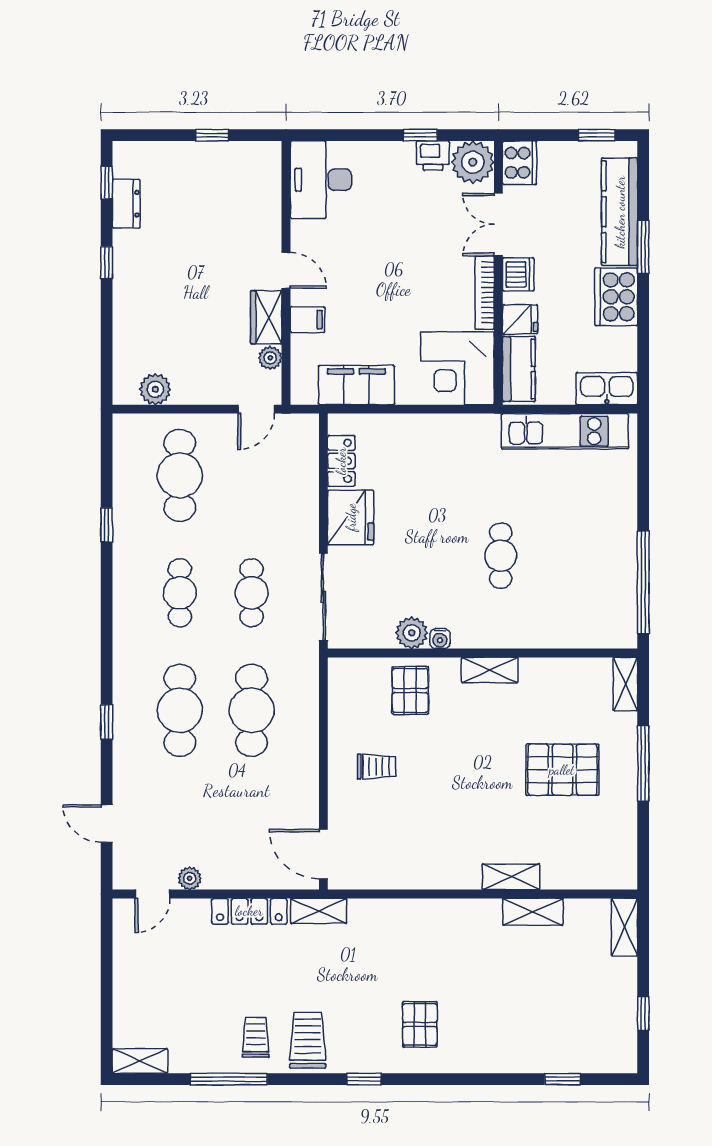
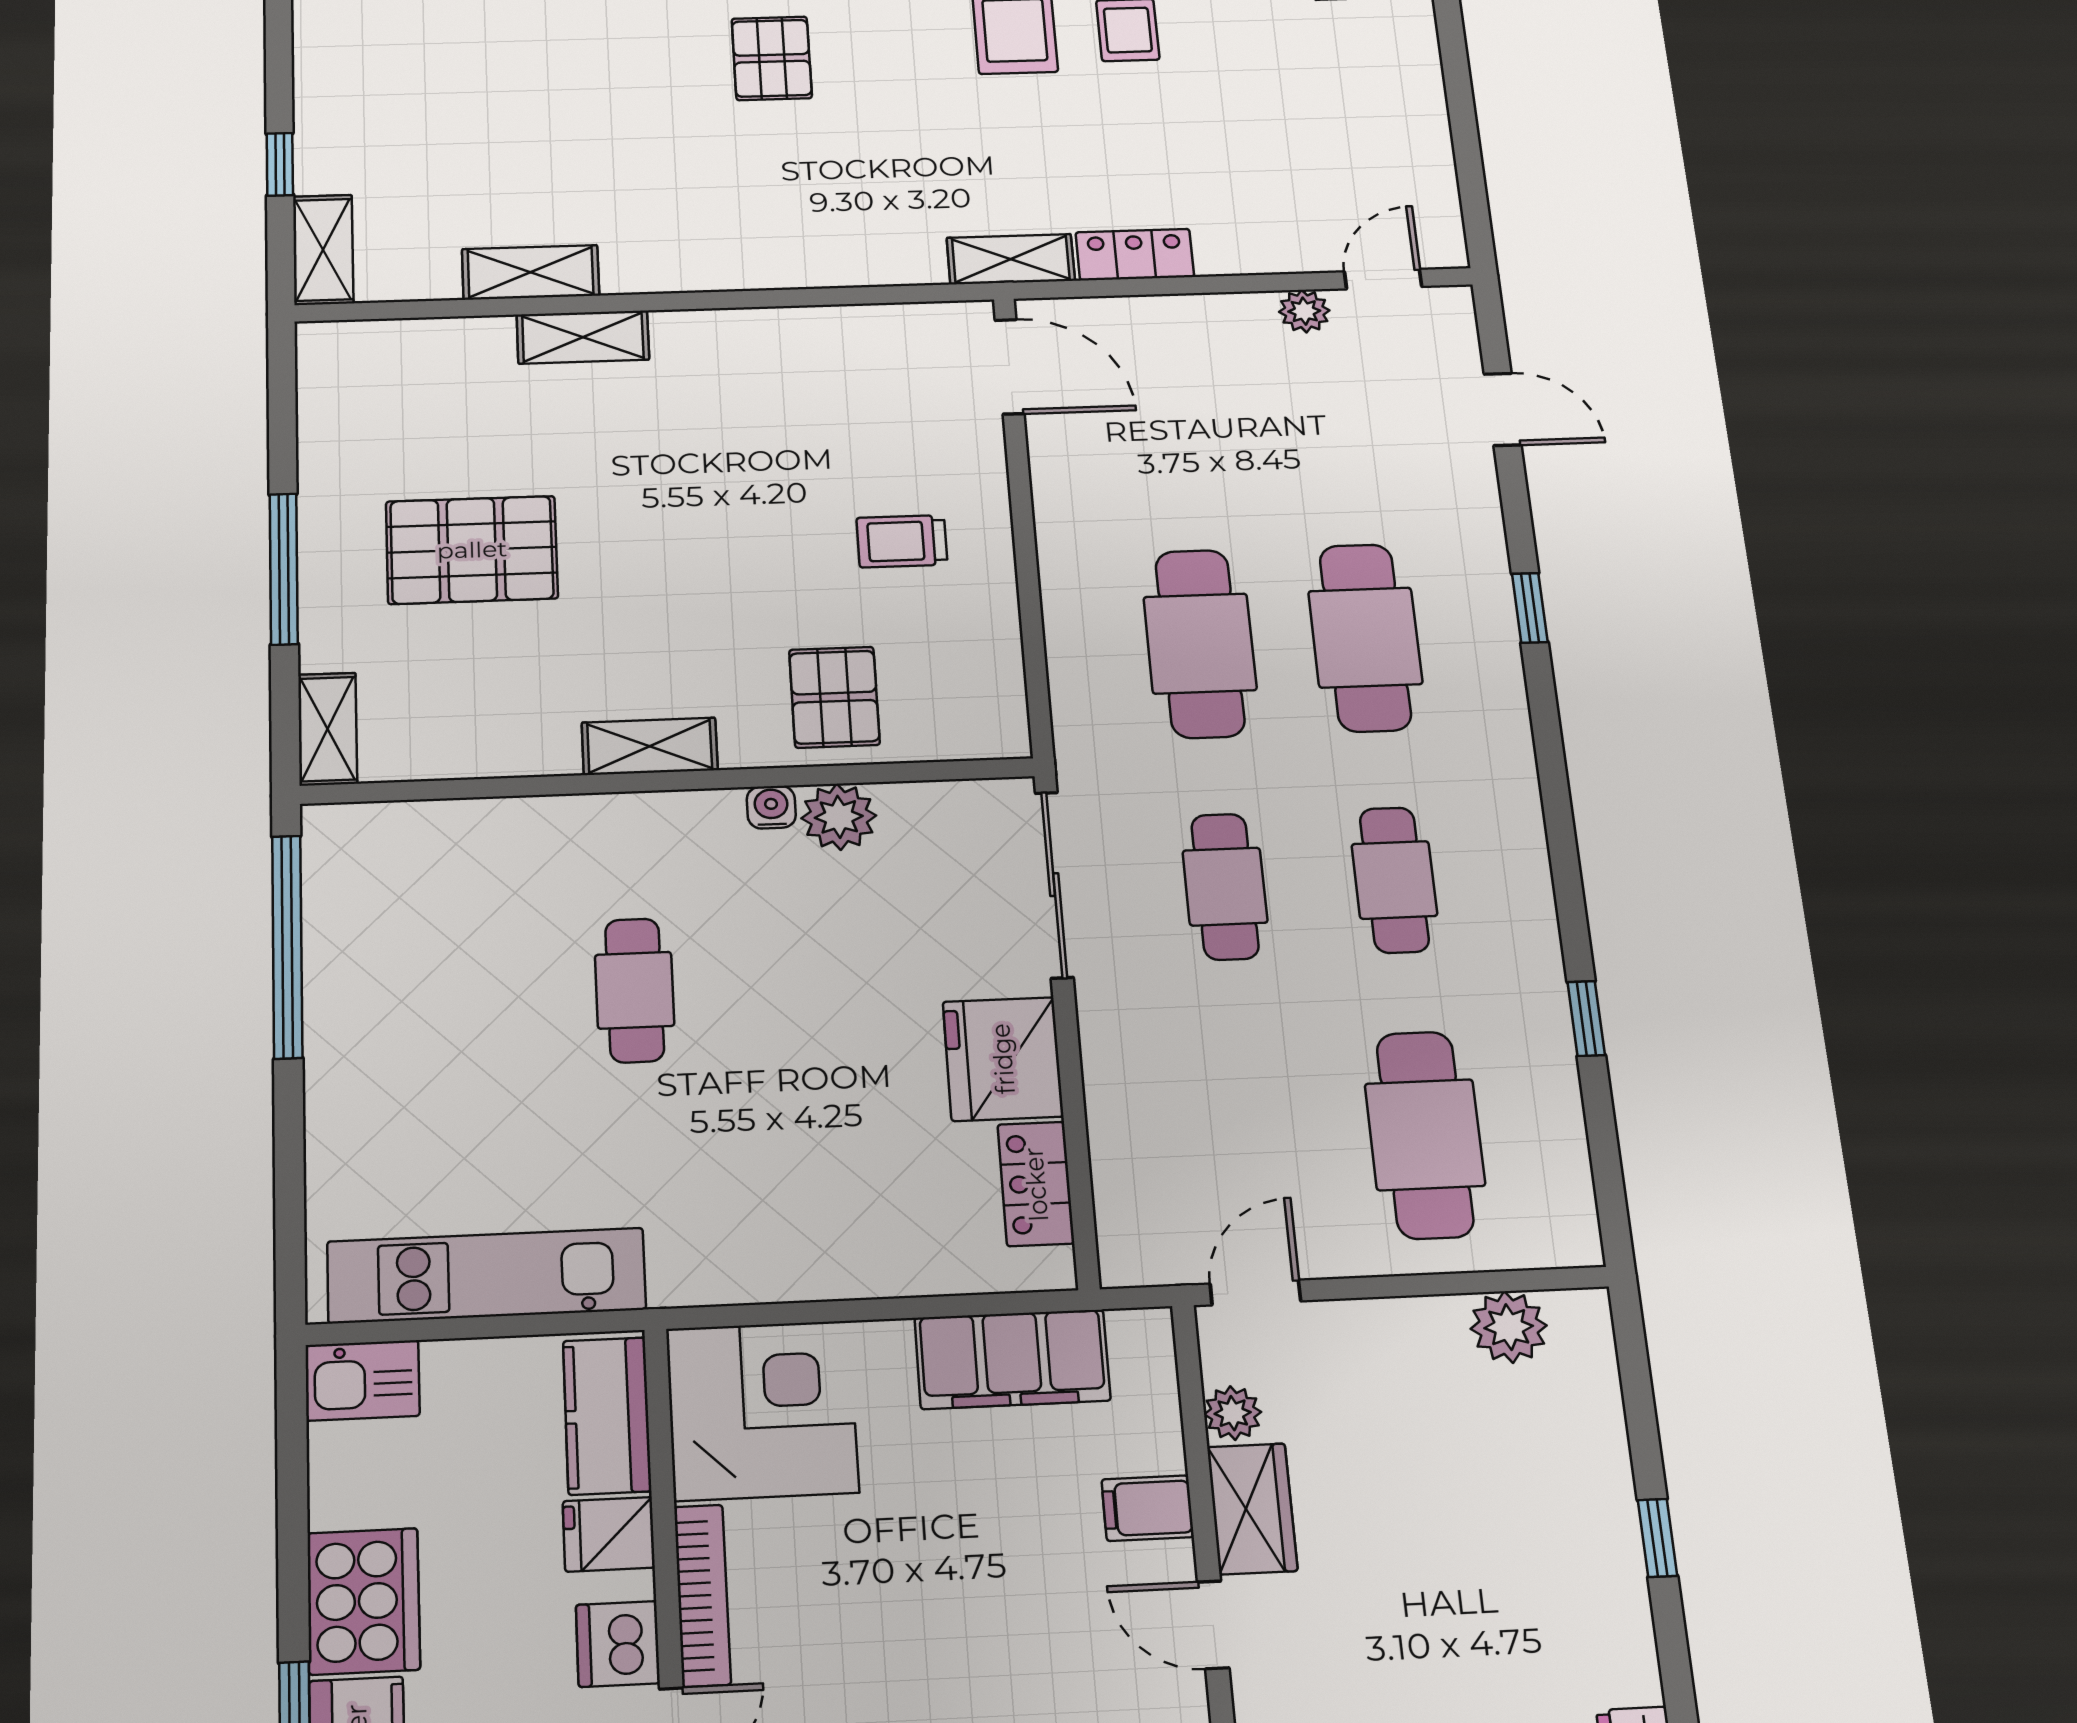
window: (107, 263) -> (1657, 1538), moved
kitchen sink: (607, 389) -> (362, 1380), width x0.73
locker: (249, 911) -> (1135, 255), width x0.66
window: (643, 1014) -> (280, 164), moved

